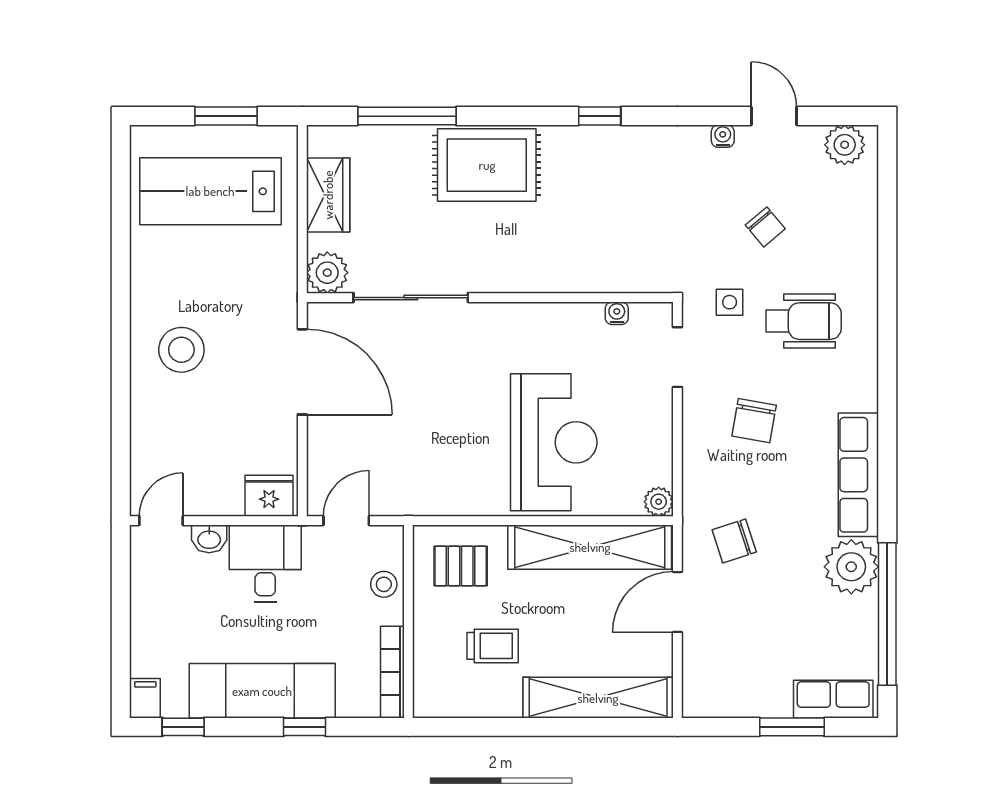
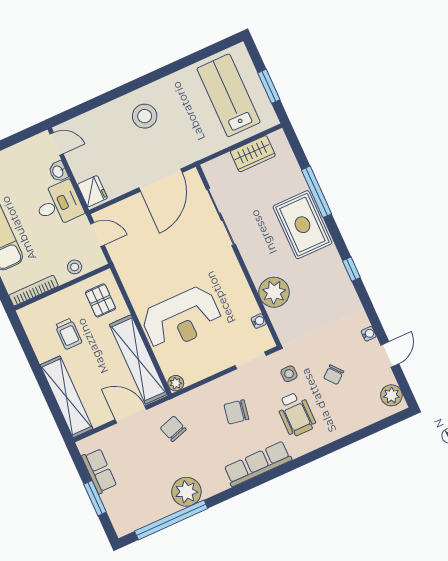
window: (407, 116) -> (316, 192), moved
plant: (327, 273) -> (274, 292), moved, width x1.36, depth x1.36
row of seats: (858, 475) -> (258, 464), moved
row of seats: (833, 699) -> (99, 471), moved

